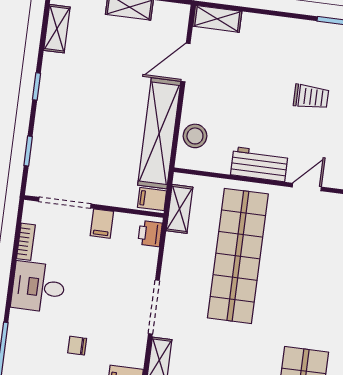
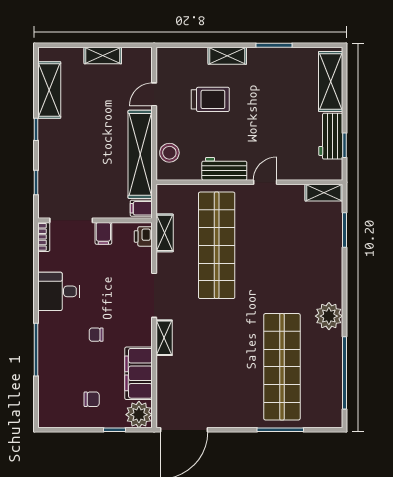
shelving: (217, 19) -> (227, 56), moved
shelving: (57, 29) -> (49, 90), width x1.50, depth x1.33
door: (186, 63) -> (154, 94), width x0.73
trolley: (311, 97) -> (210, 99), moved, width x1.36, depth x1.39
shelving: (180, 209) -> (165, 233), moved
bookcase: (26, 242) -> (44, 237), moved

